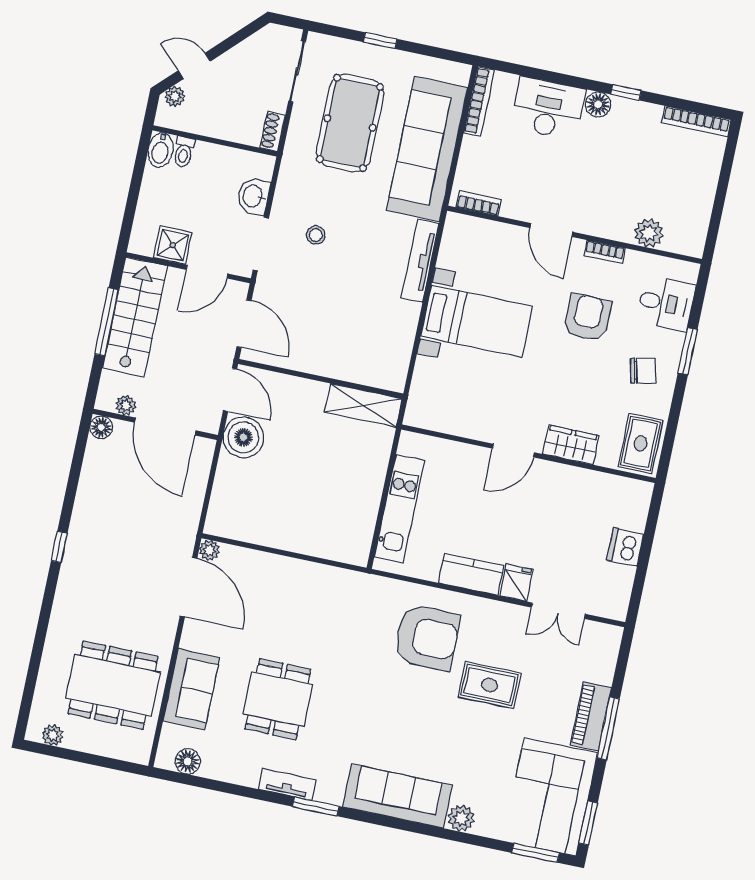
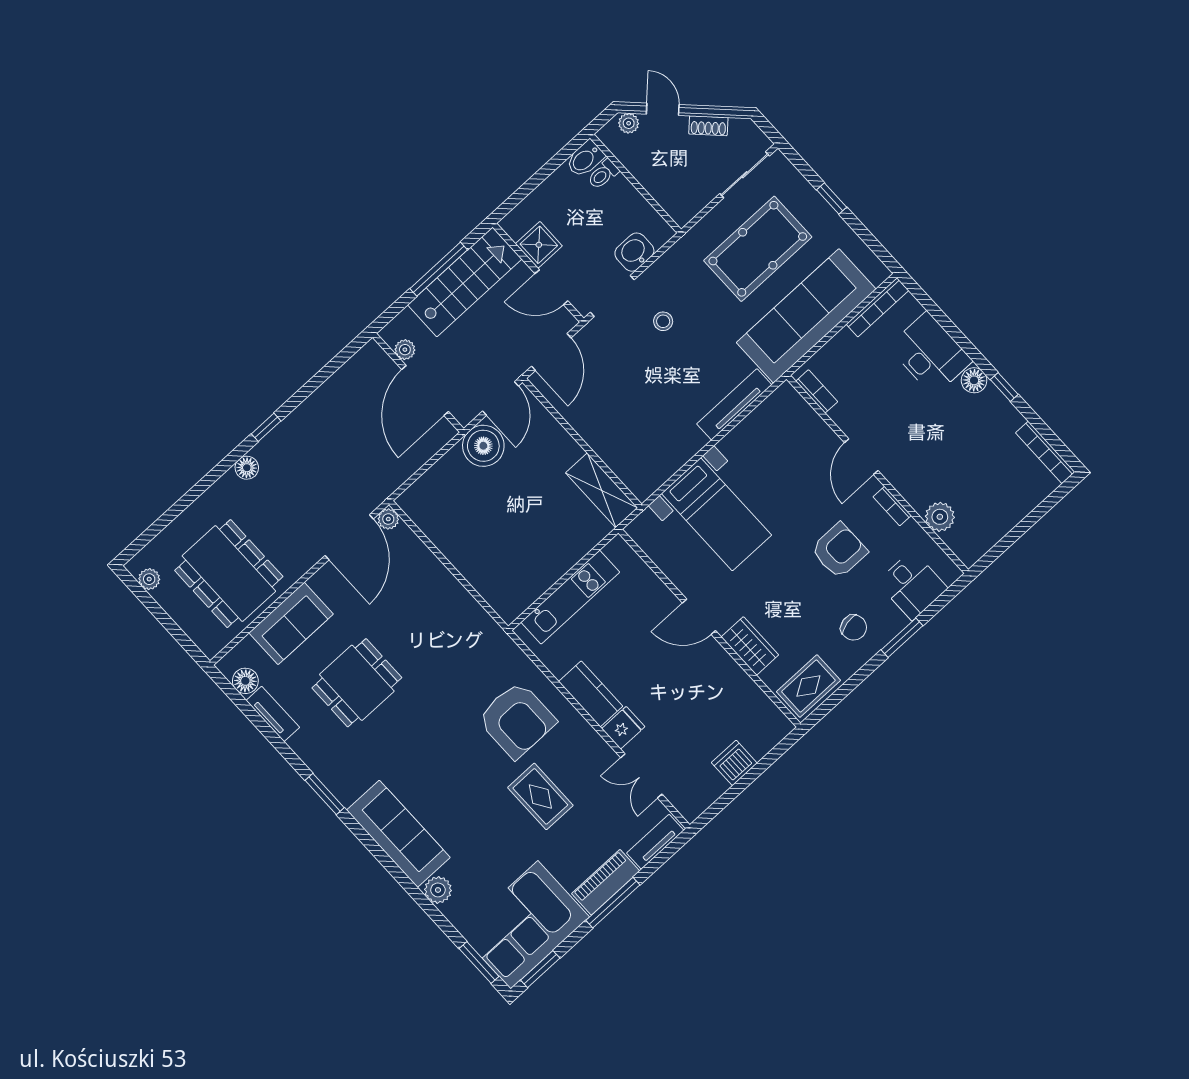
shoe rack: (273, 131) -> (708, 126), moved, turned -135
bed with nightstands: (477, 321) -> (716, 514), moved
floor lamp: (101, 427) -> (247, 468), moved
tv unit: (607, 655) -> (655, 842), added
tv unit: (287, 785) -> (273, 714), moved

